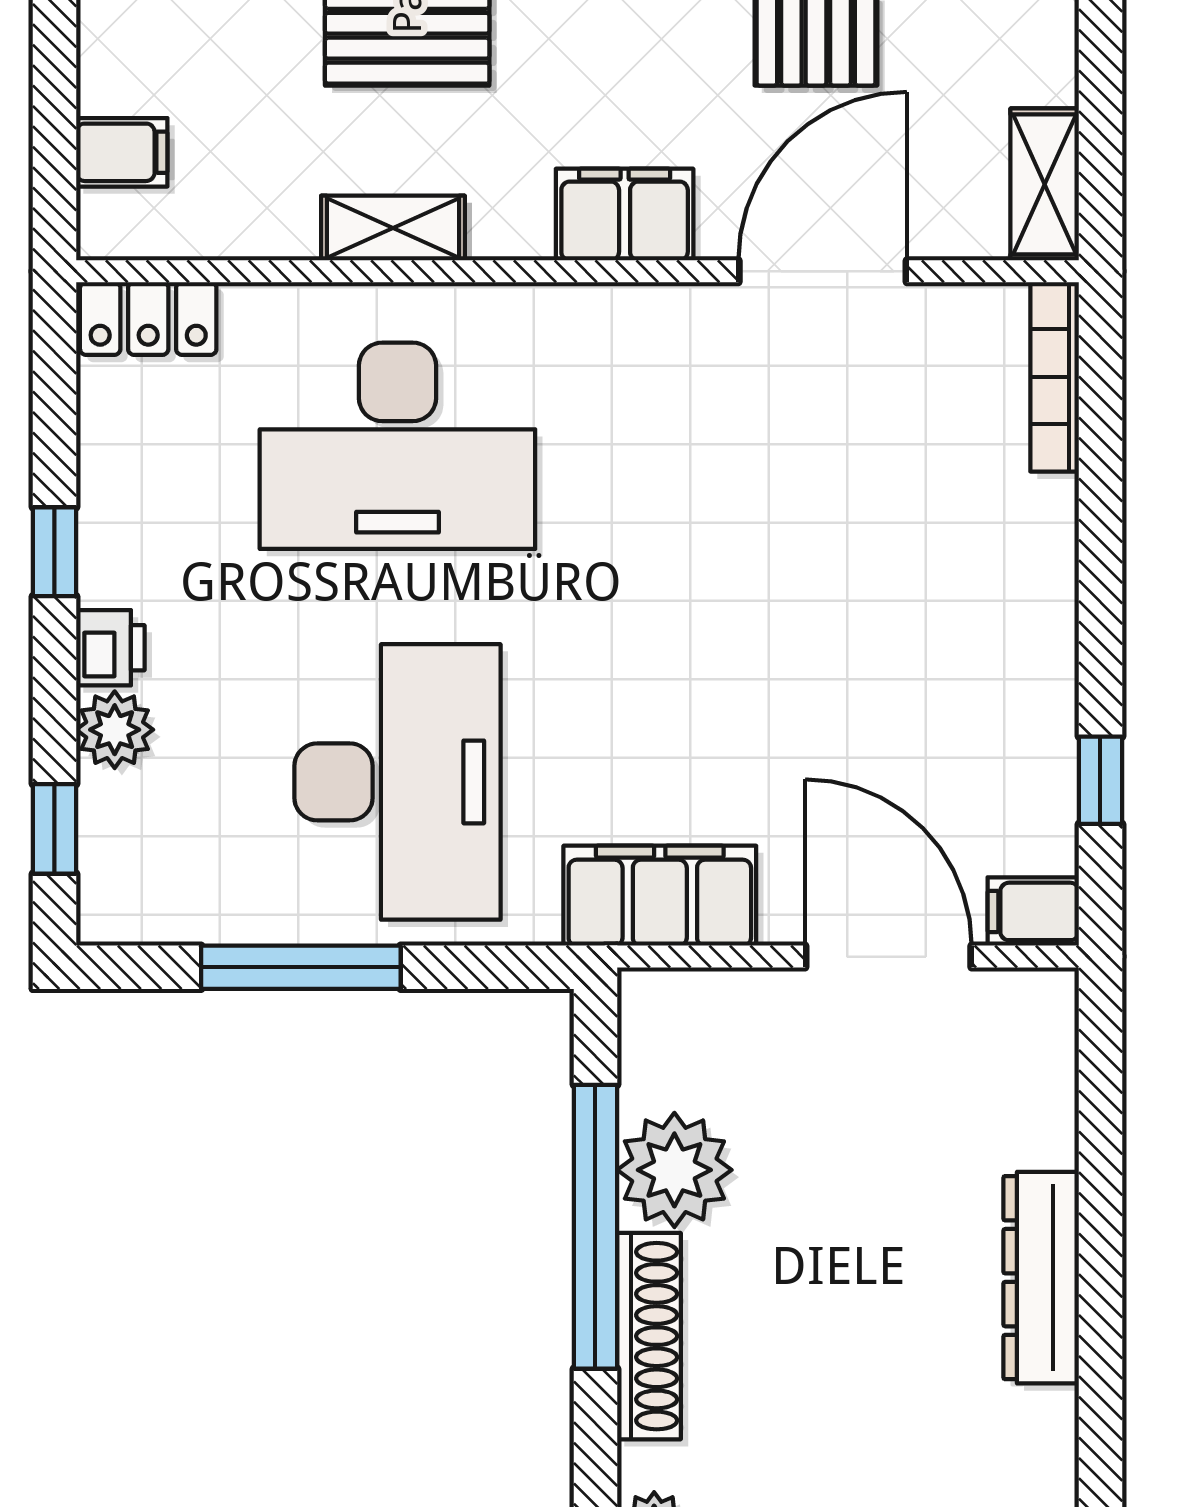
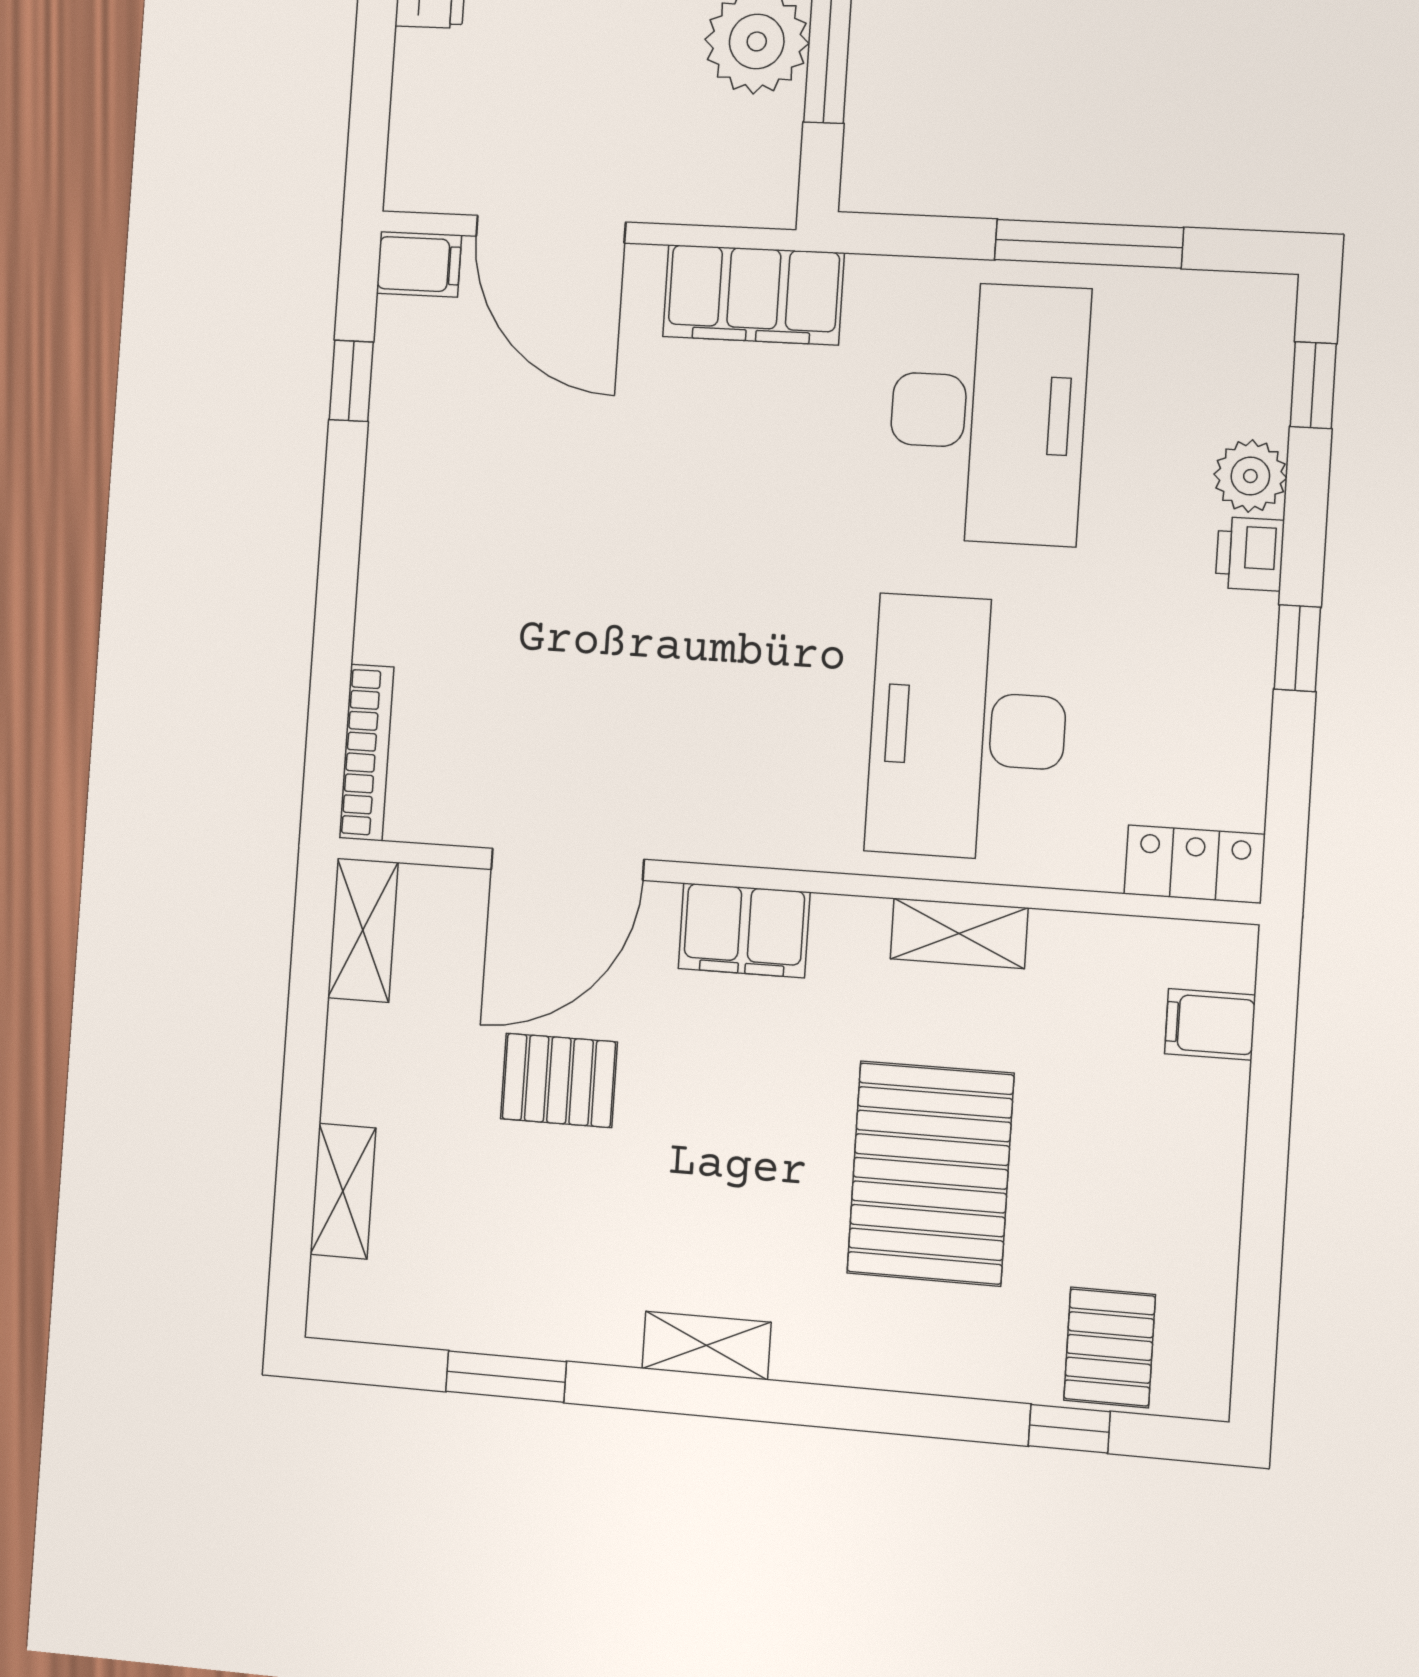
desk: (397, 446) -> (968, 728), turned -90
desk: (397, 782) -> (988, 413), turned 180

